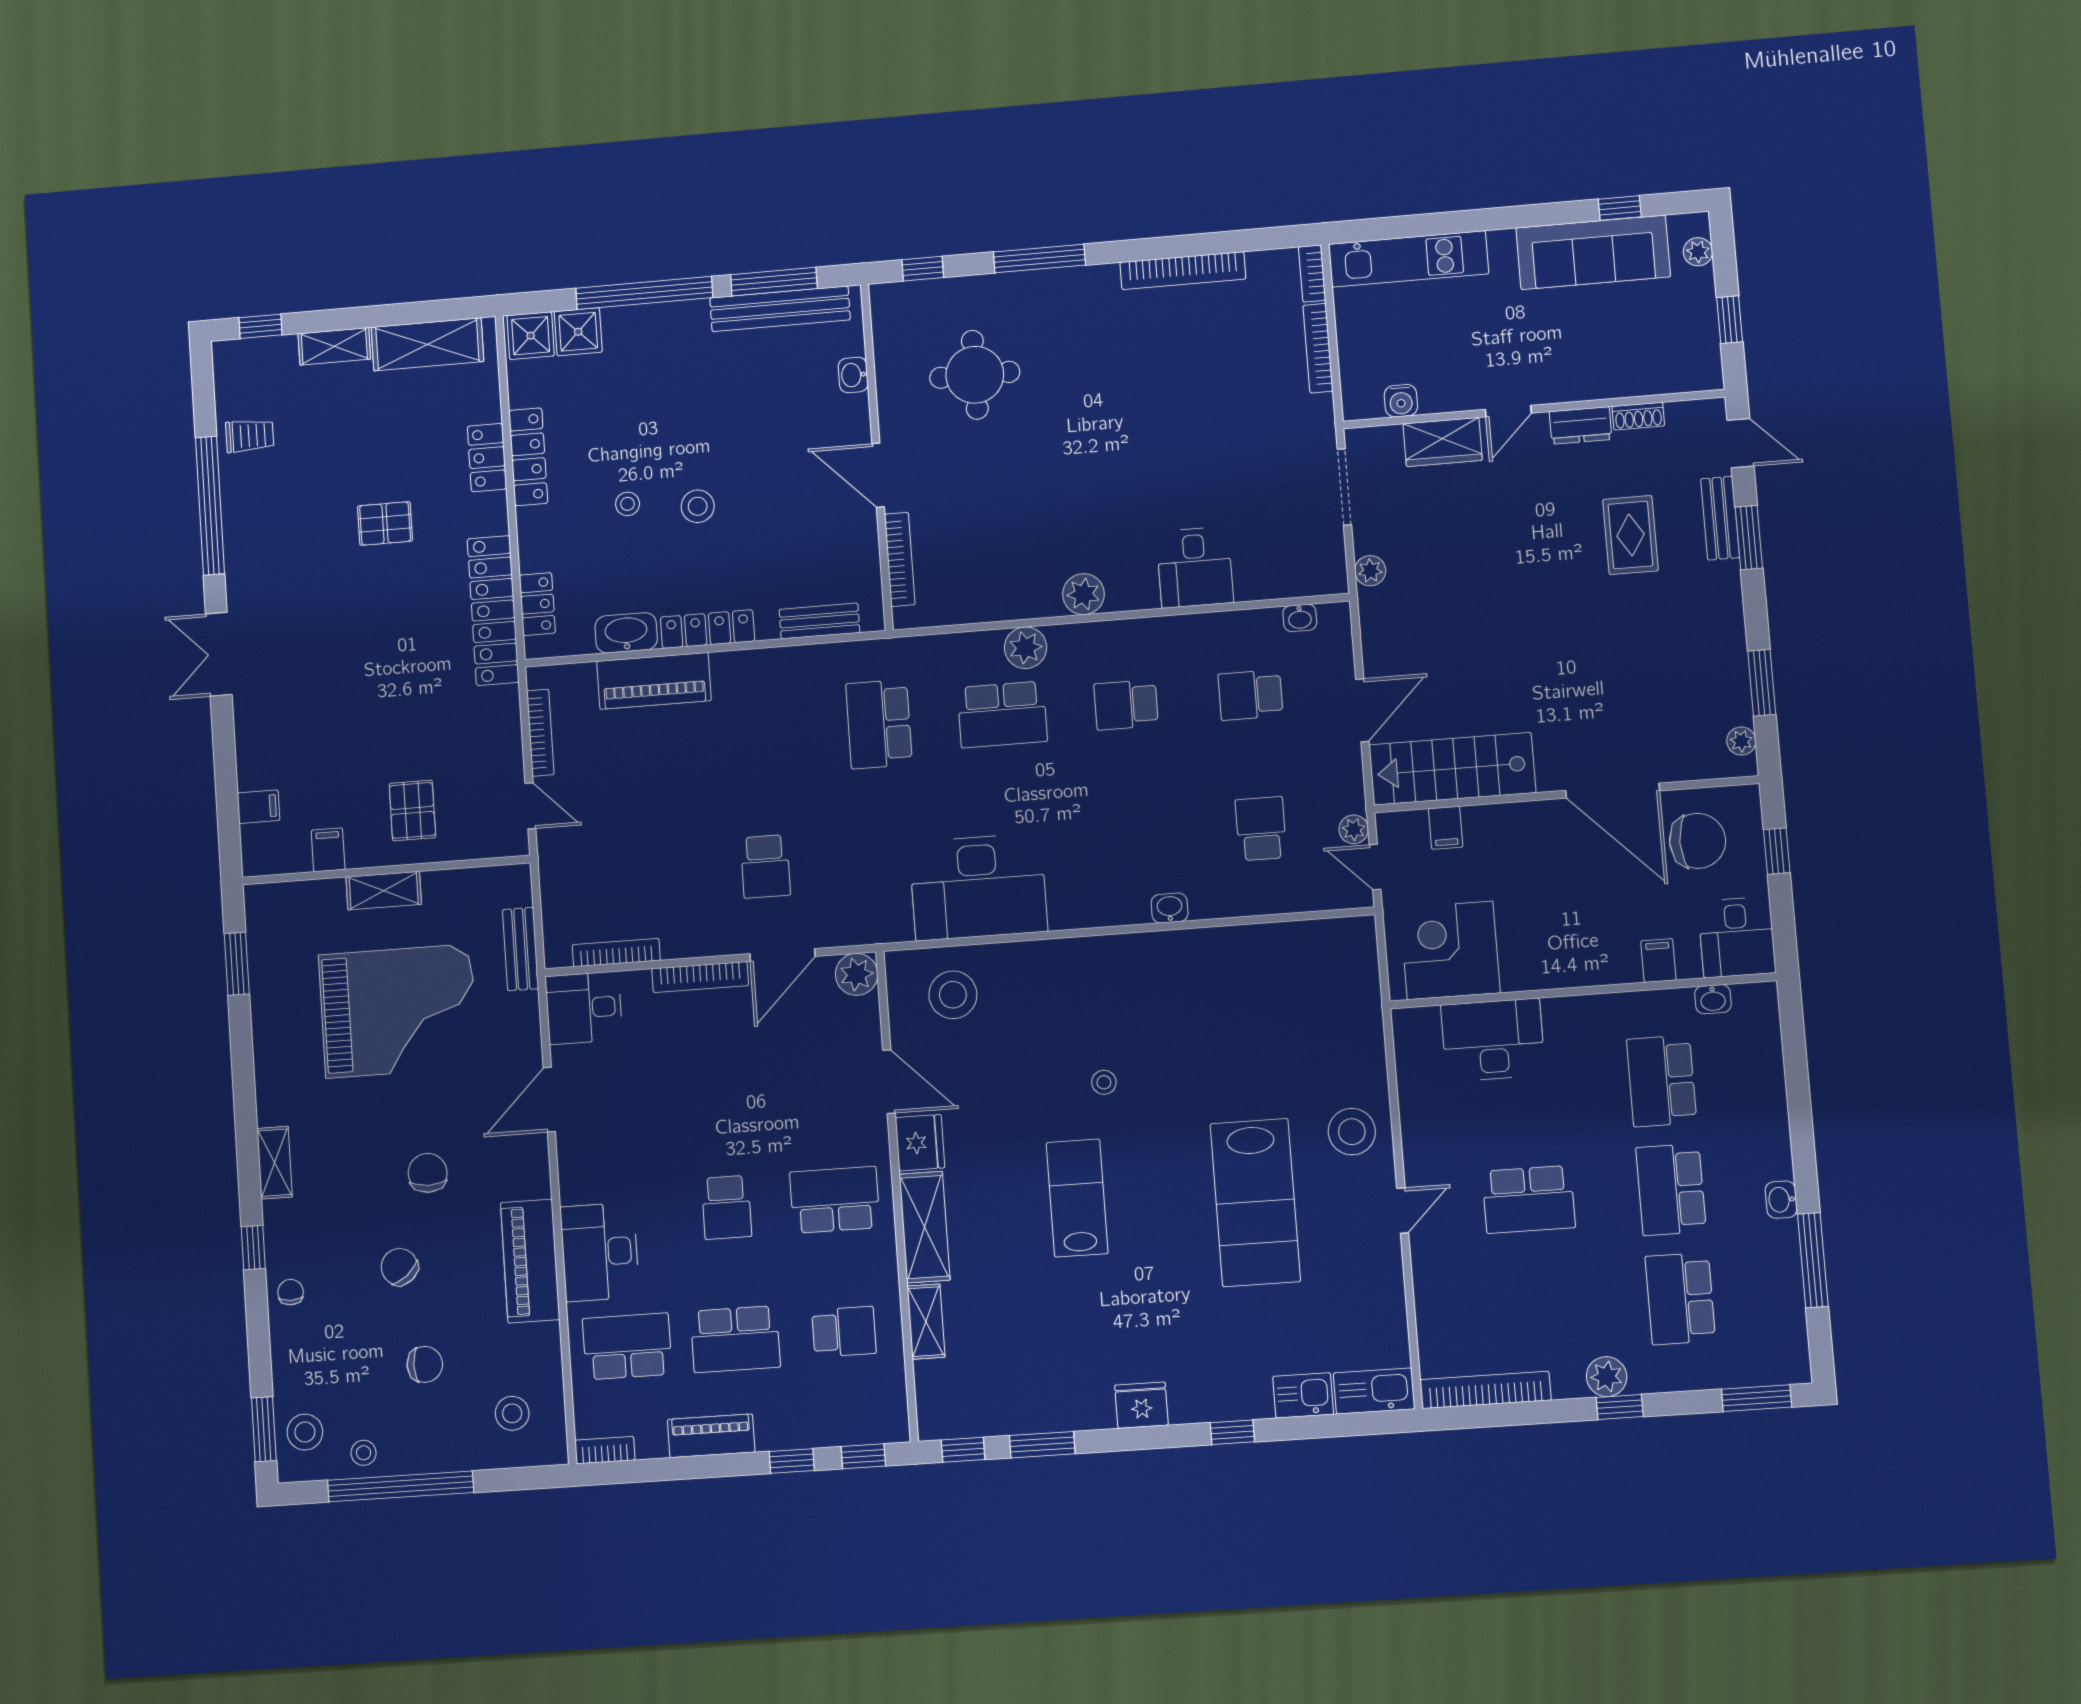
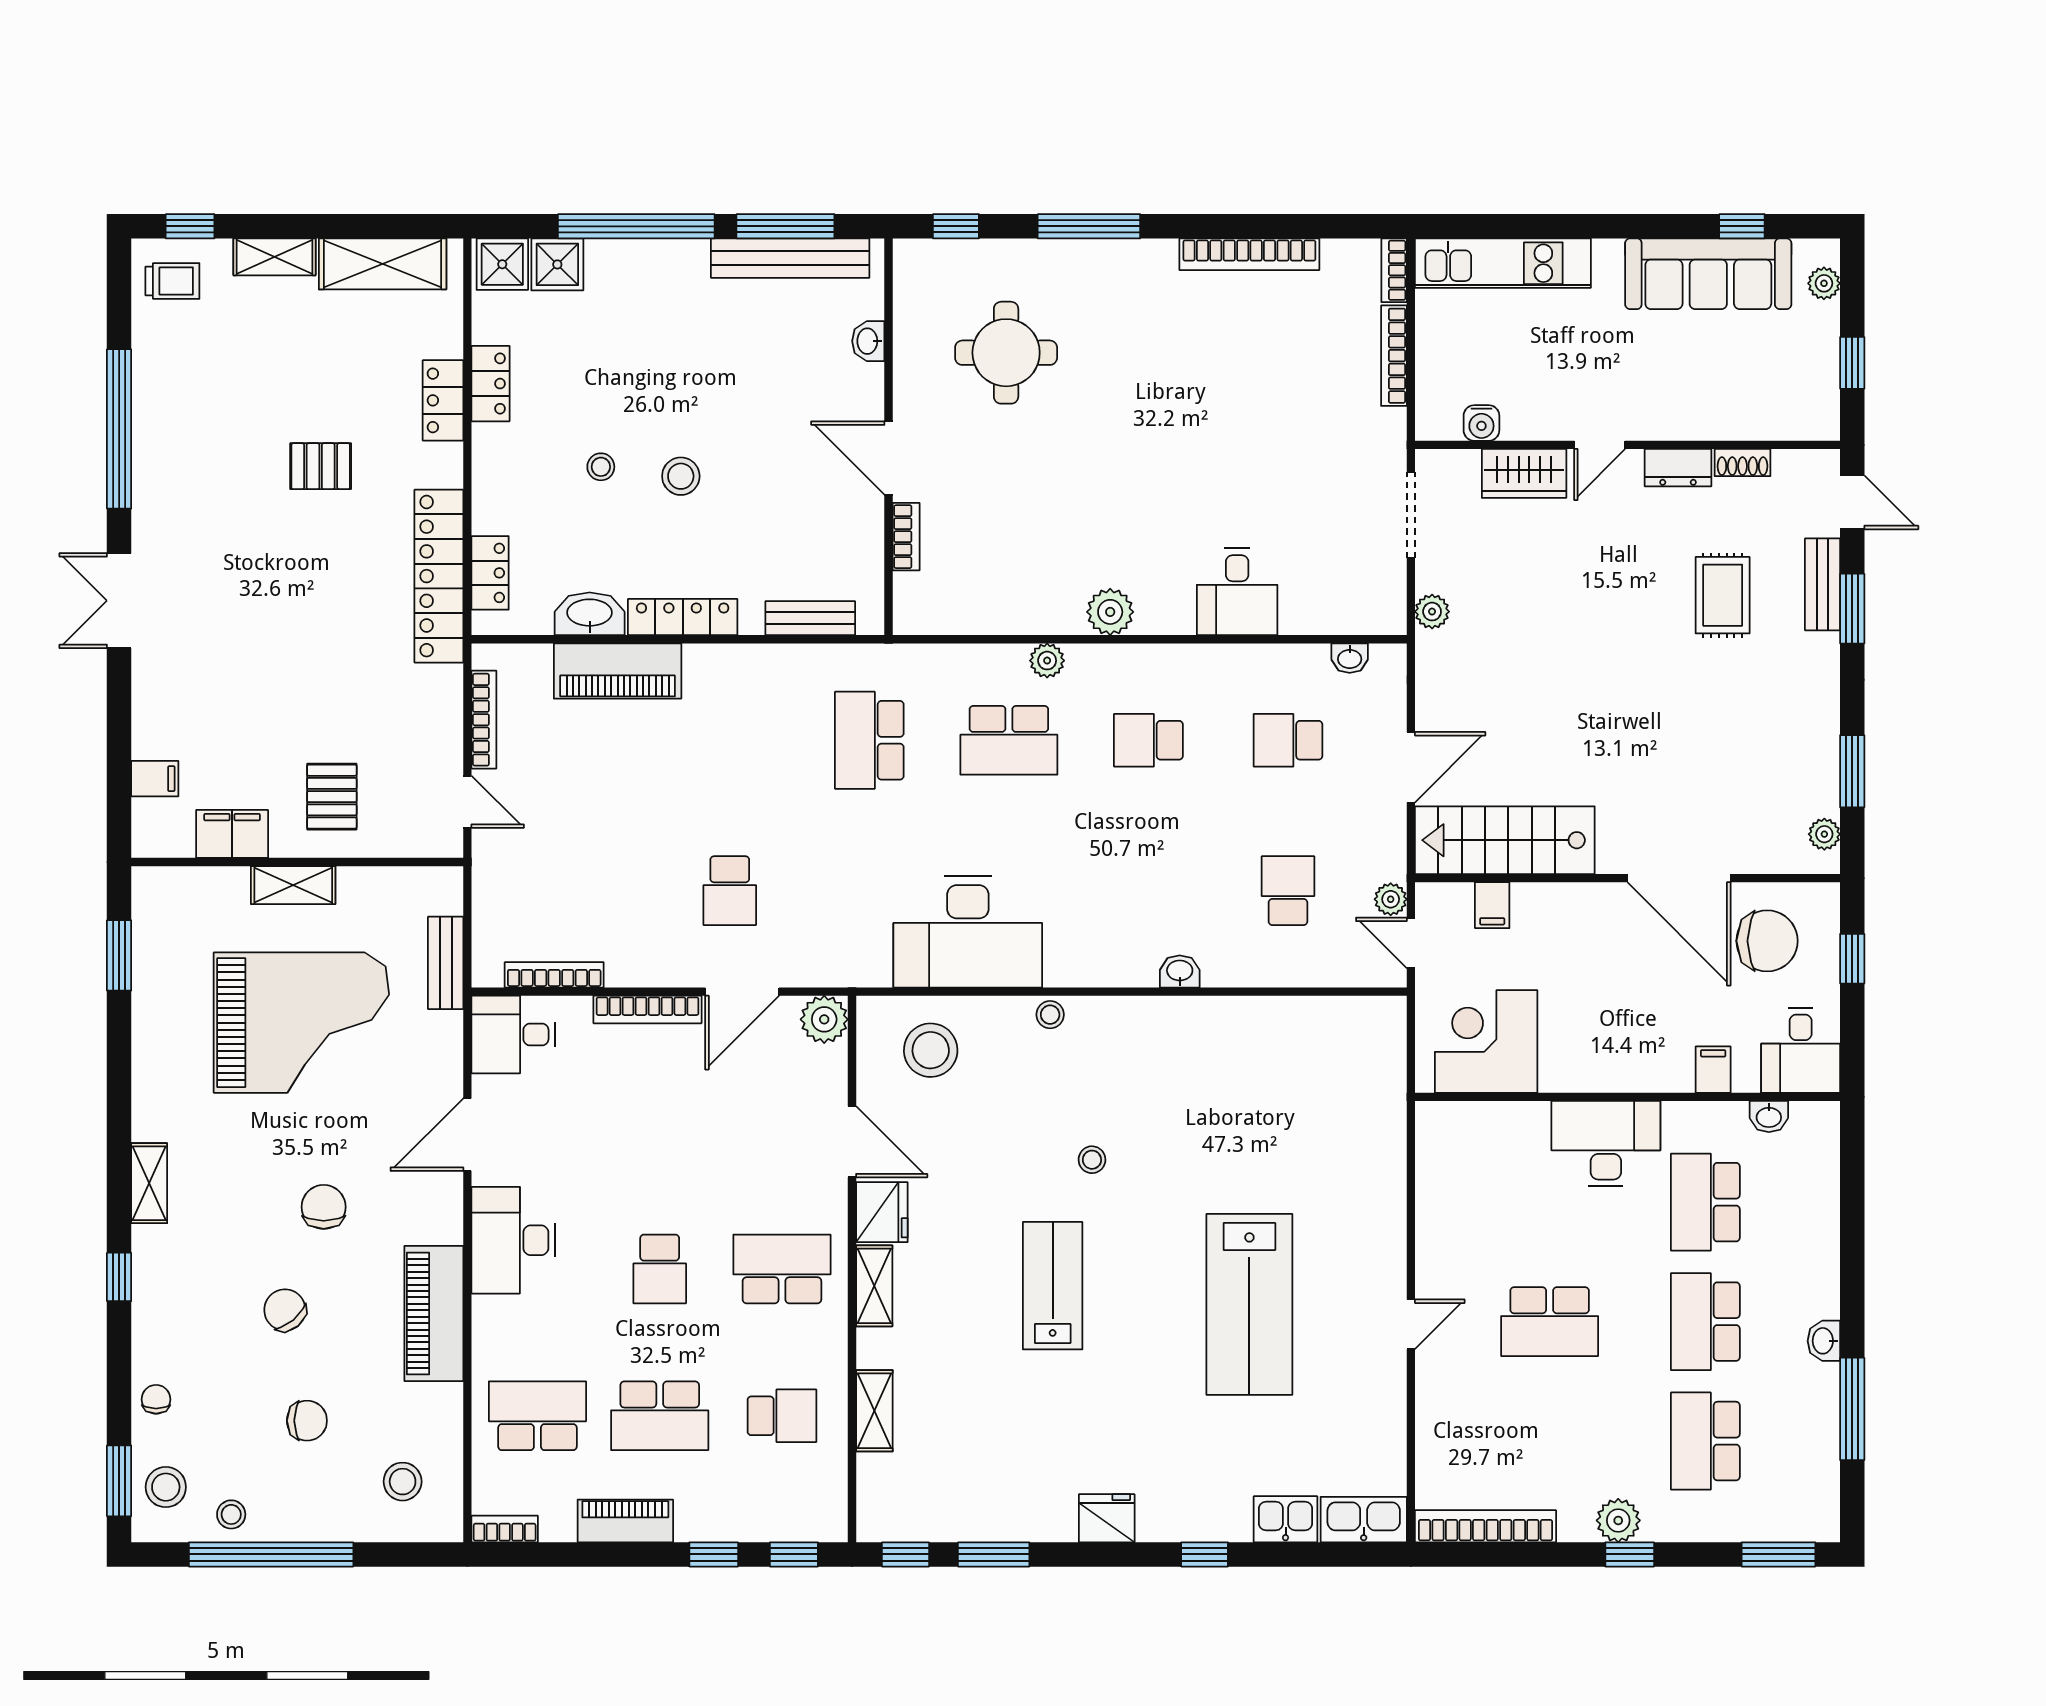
trolley: (250, 436) -> (172, 281), moved
locker: (528, 457) -> (490, 384), width x0.66
bookcase: (900, 559) -> (906, 537), width x0.64
plant: (1026, 648) -> (1047, 661), width x0.73, depth x0.73
filing cabinet: (328, 850) -> (232, 834), width x2.00
desk: (1493, 1040) -> (1606, 1144), moved
stool: (1352, 1132) -> (1050, 1015), moved, width x0.53, depth x0.53
shelving: (925, 1227) -> (874, 1286), width x0.67, depth x0.75
desk: (600, 1252) -> (513, 1240), moved
chair: (291, 1292) -> (156, 1399), moved

